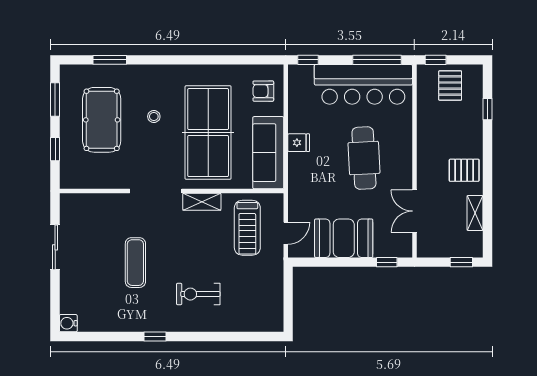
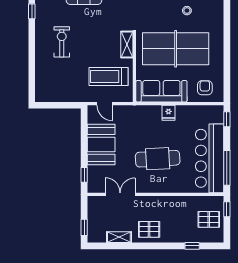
pallet: (464, 170) -> (149, 229), turned 90

